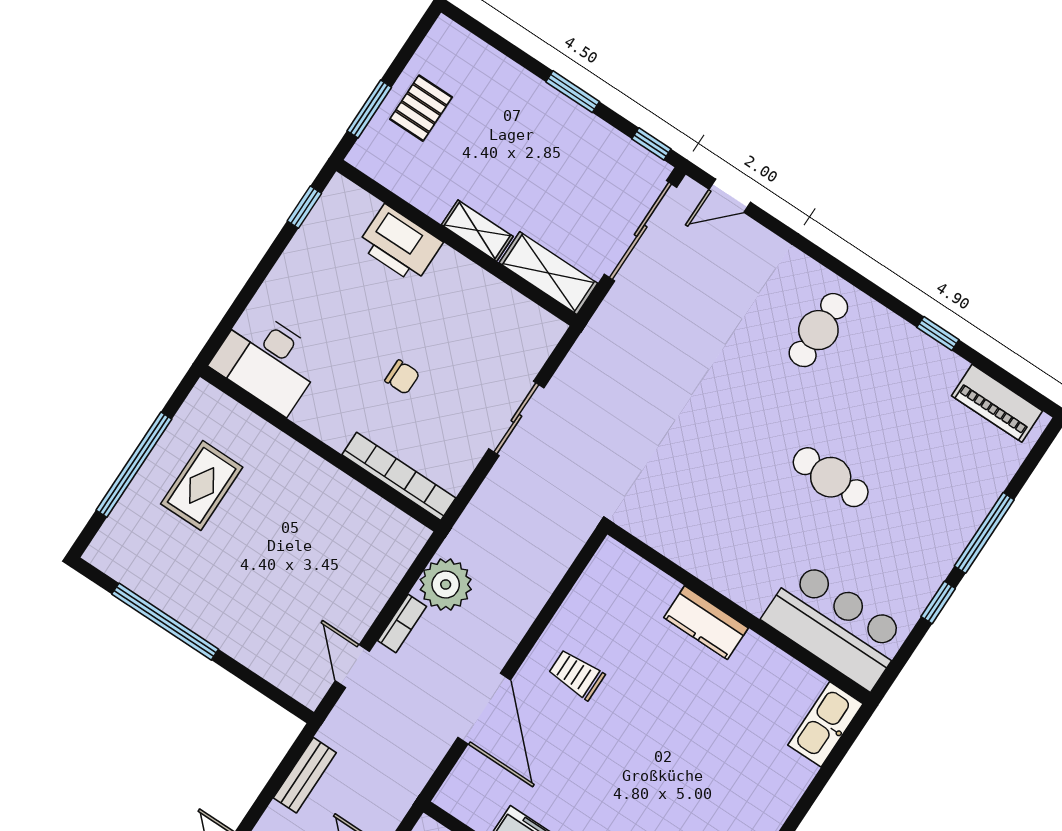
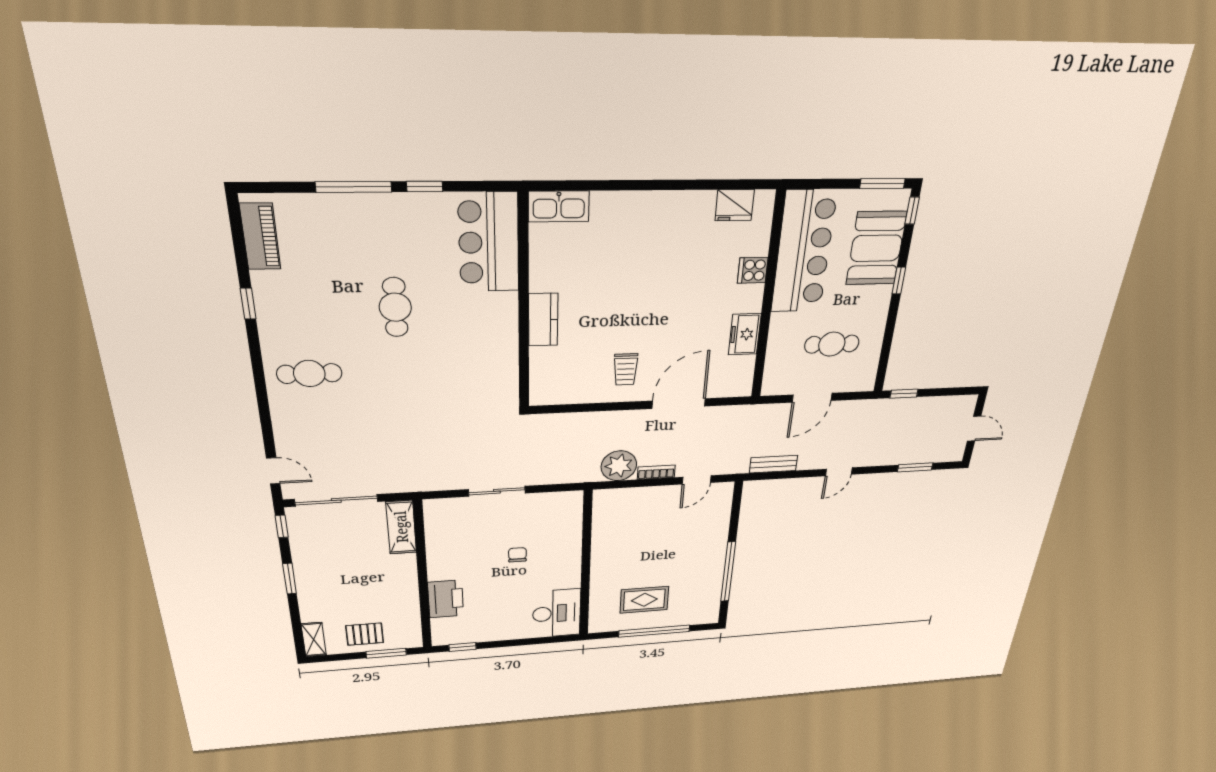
shelving: (477, 231) -> (314, 640), moved
bookcase: (399, 476) -> (574, 523), removed

